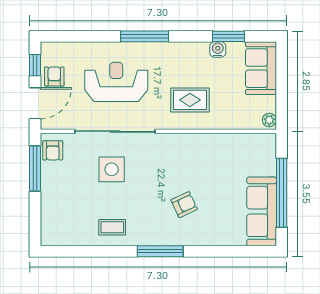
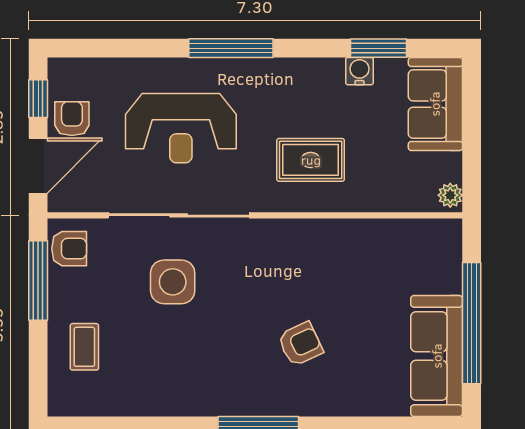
reception desk: (116, 82) -> (181, 128), turned 180
armchair: (53, 150) -> (69, 249), turned -90
coffee table: (112, 227) -> (84, 347), moved, turned 90

